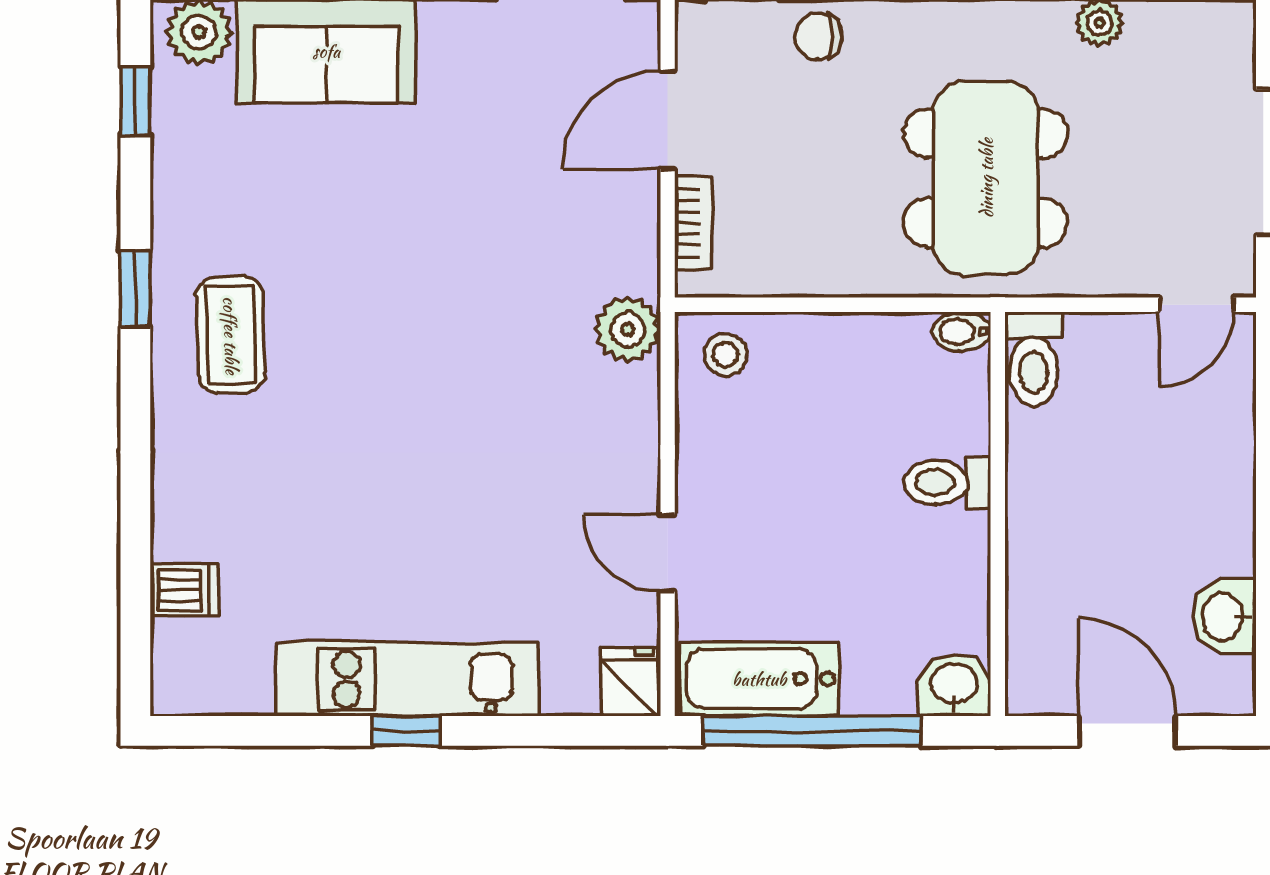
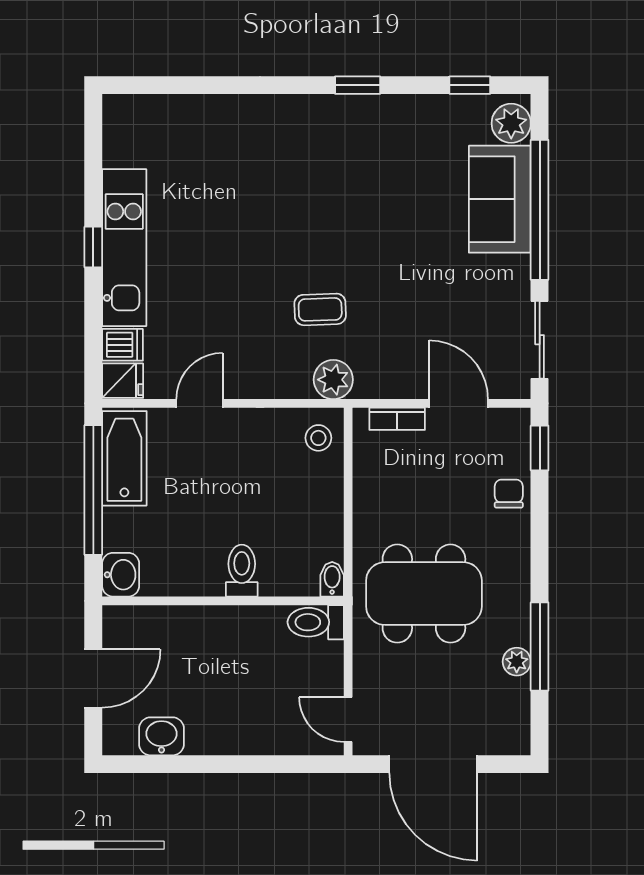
coffee table: (231, 335) -> (320, 309), moved, width x0.73, depth x0.77
dishwasher: (184, 590) -> (122, 345), moved, turned -90

